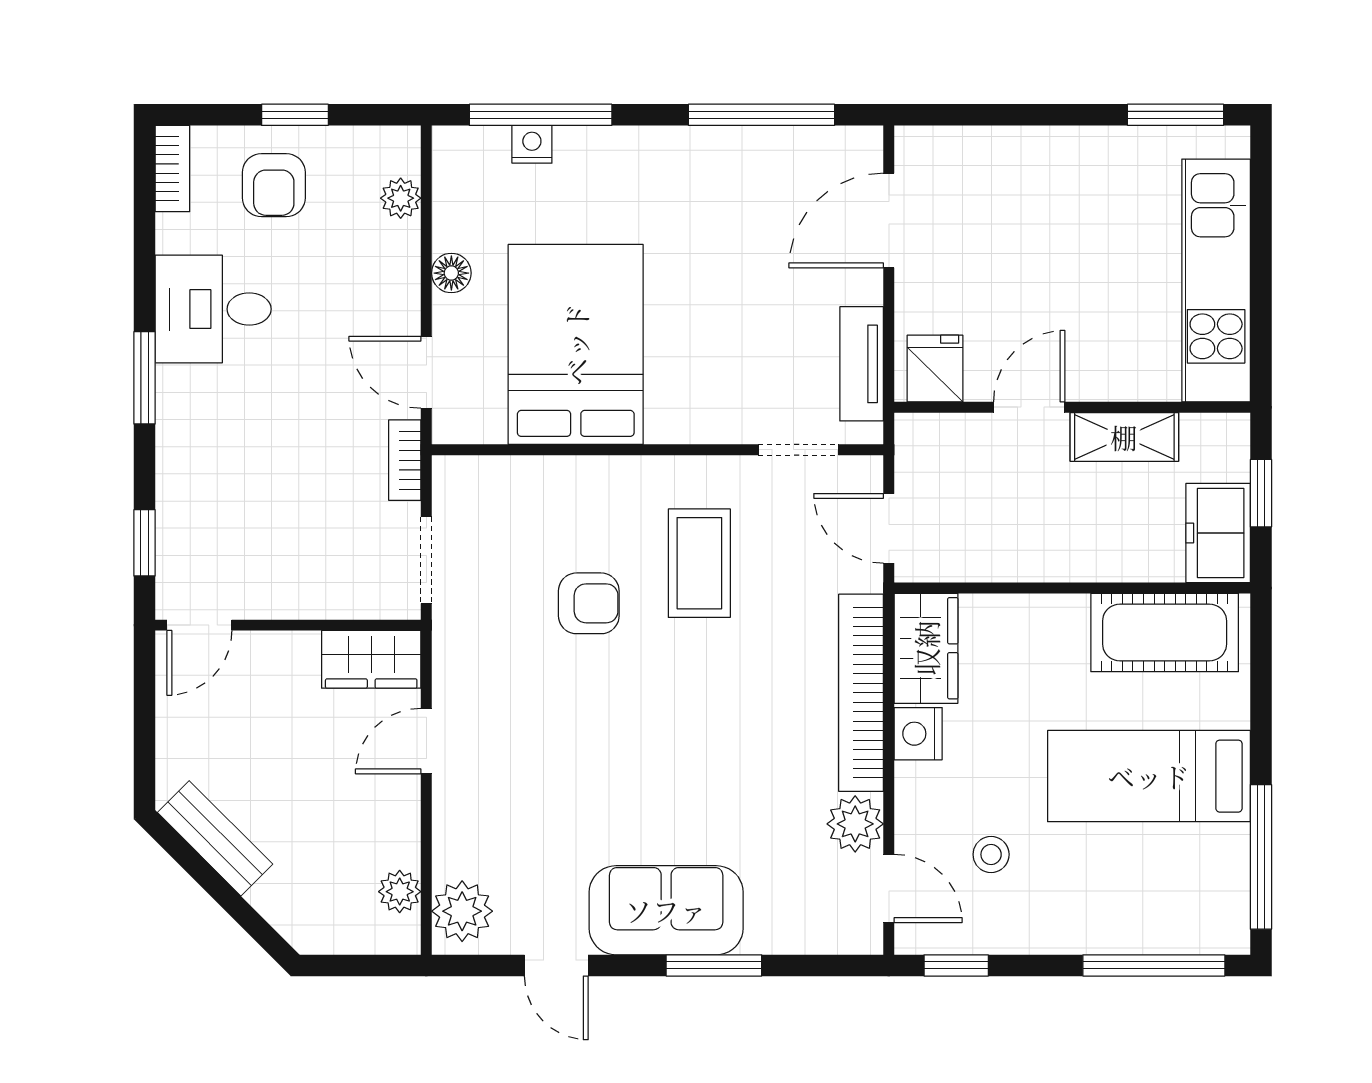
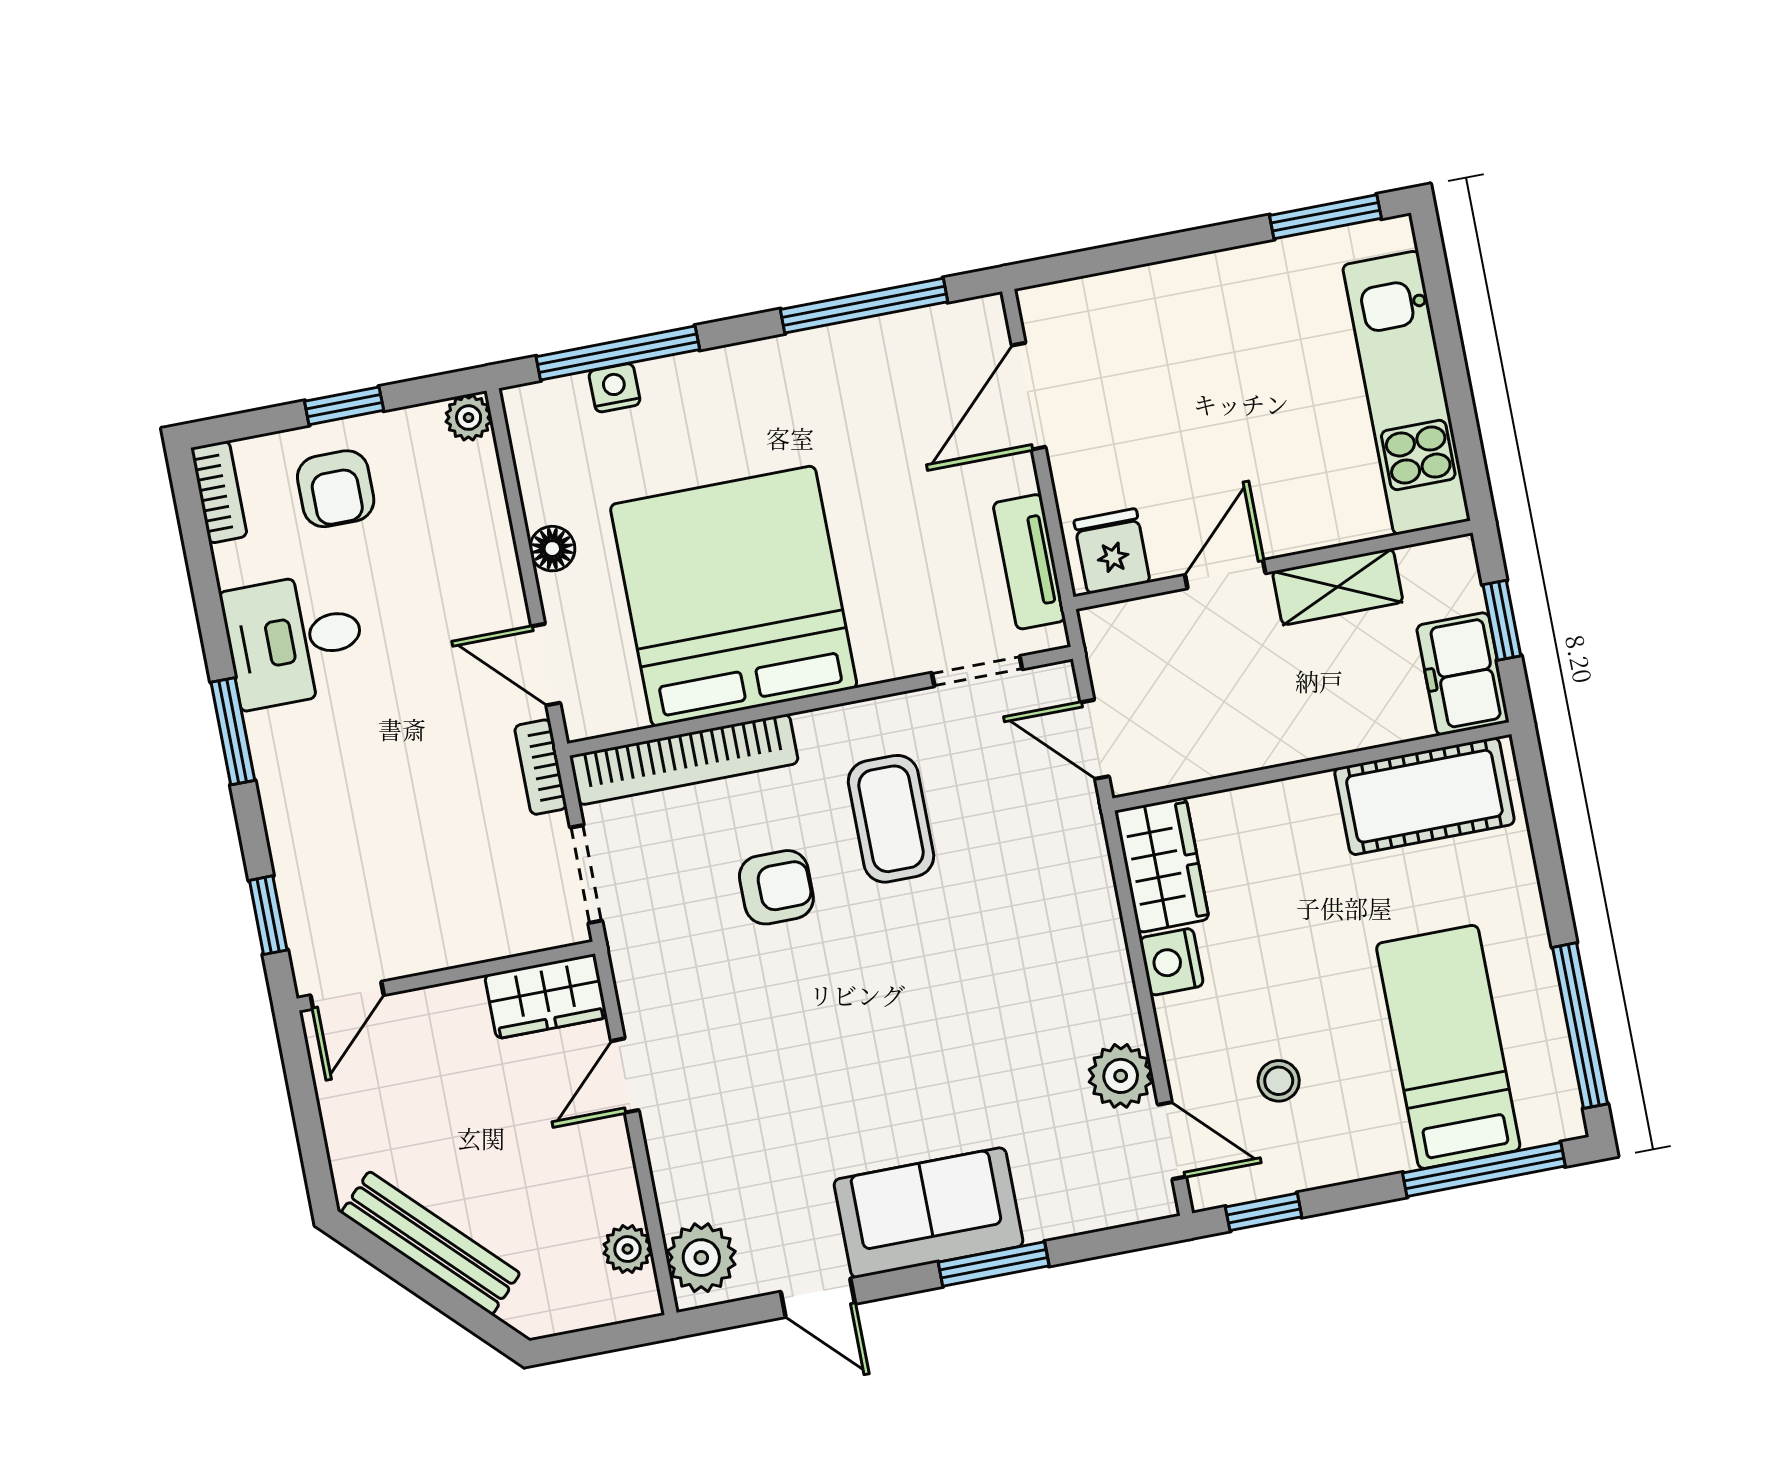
plant: (401, 198) -> (469, 418), moved
bed: (576, 344) -> (734, 596), width x1.36
bookcase: (861, 693) -> (684, 759), moved, turned -90
bed: (1149, 776) -> (1448, 1047), moved, turned 90
bench: (215, 838) -> (430, 1243), width x1.36

